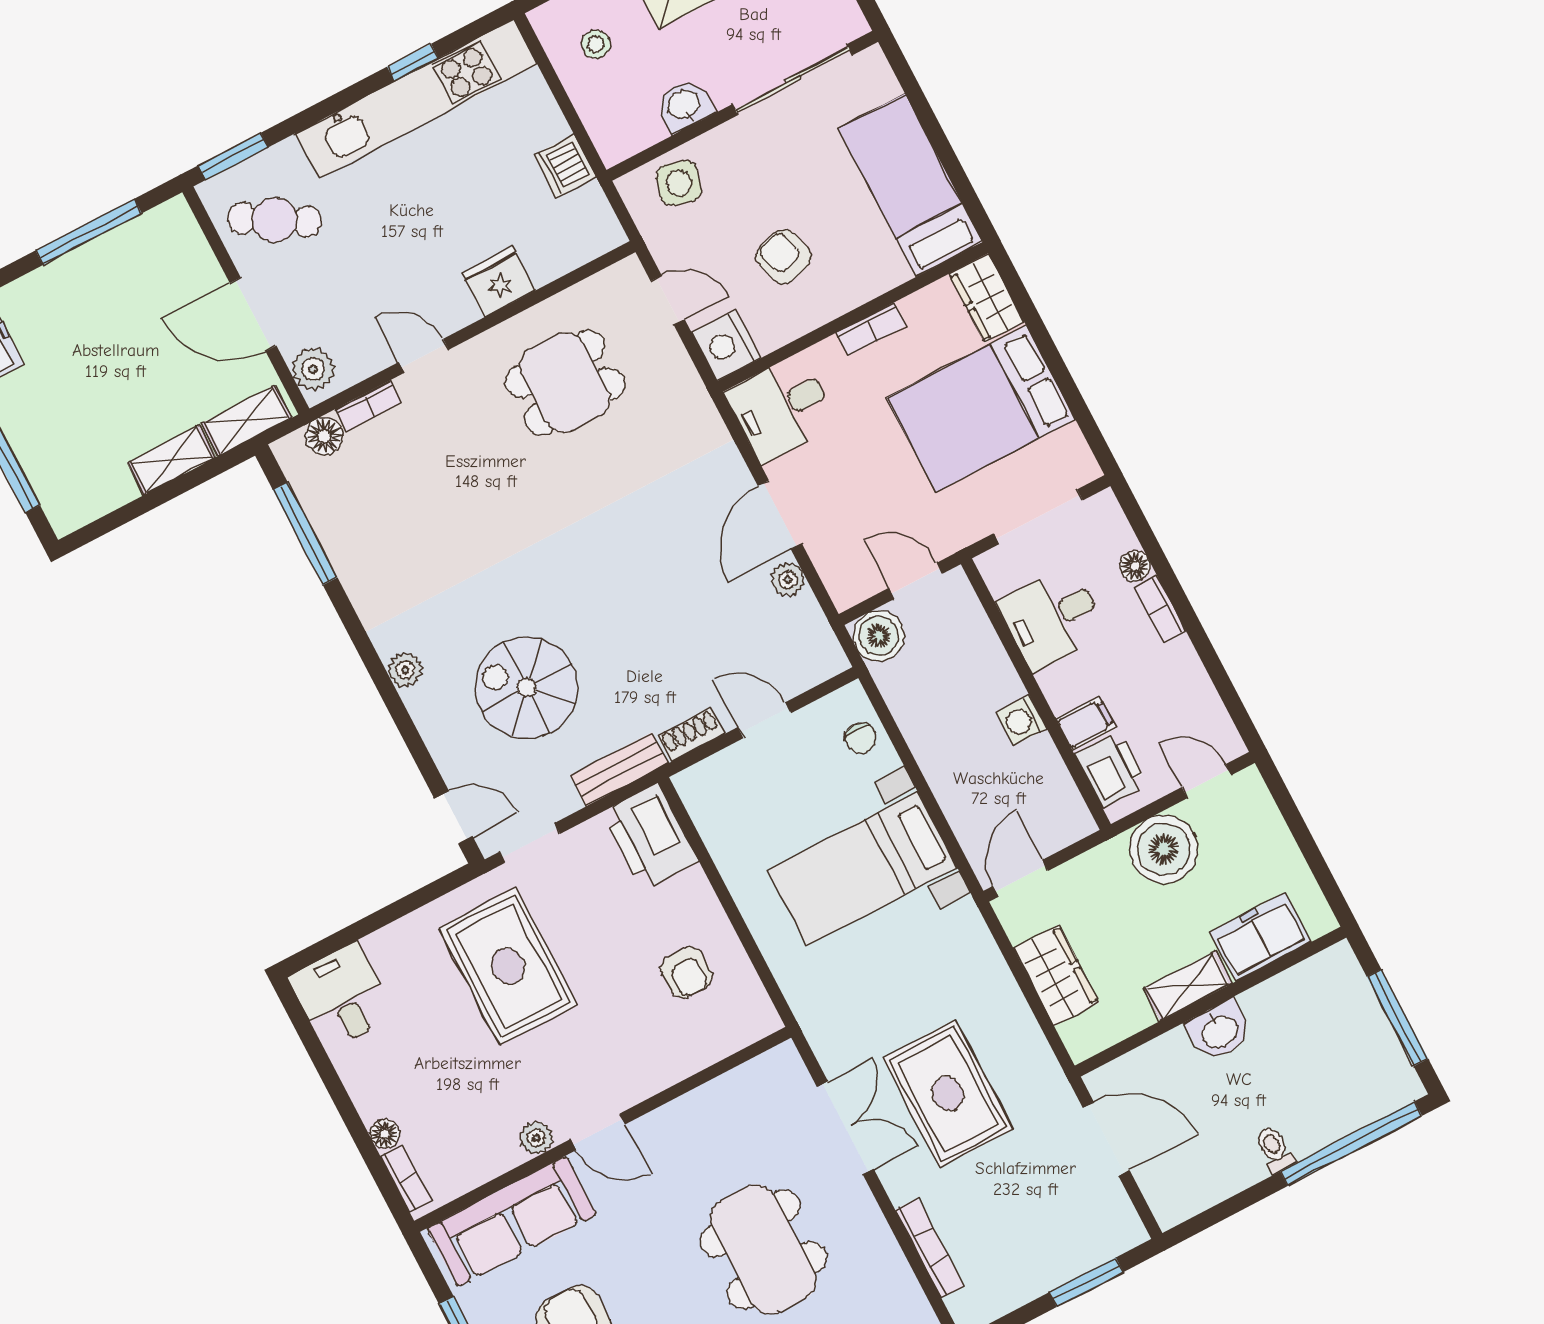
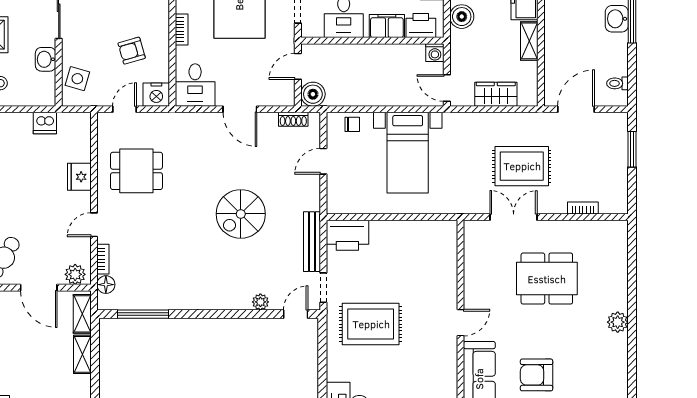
door: (253, 314) -> (39, 288), hinge flipped
dining table: (565, 383) -> (136, 171), turned 90
plant: (788, 580) -> (269, 120), removed
plant: (405, 670) -> (260, 302), moved
spiral stairs: (527, 688) -> (241, 214), moved
washing machine: (1021, 720) -> (435, 53), moved
filing cabinet: (1086, 723) -> (387, 26), width x2.00
shoe rack: (691, 735) -> (293, 119), moved, turned -90
bench: (619, 769) -> (312, 242), width x1.36
boiler: (1164, 849) -> (462, 17), width x0.73, depth x0.73
armchair: (687, 973) -> (413, 250), removed
washbasin: (1219, 1031) -> (617, 19), moved, turned 180
plant: (536, 1138) -> (449, 350), removed
toilet: (1275, 1149) -> (617, 83), moved
bookcase: (930, 1248) -> (583, 208), width x0.64

